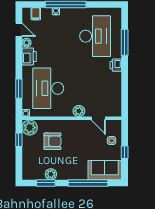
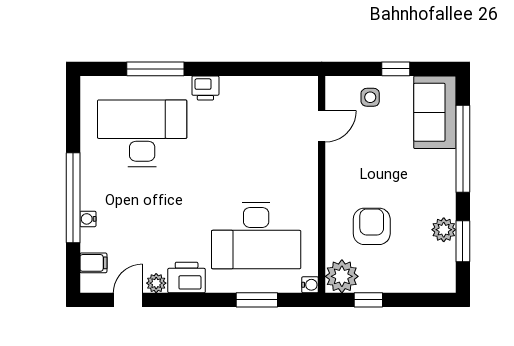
plant: (79, 111) -> (306, 169), removed

